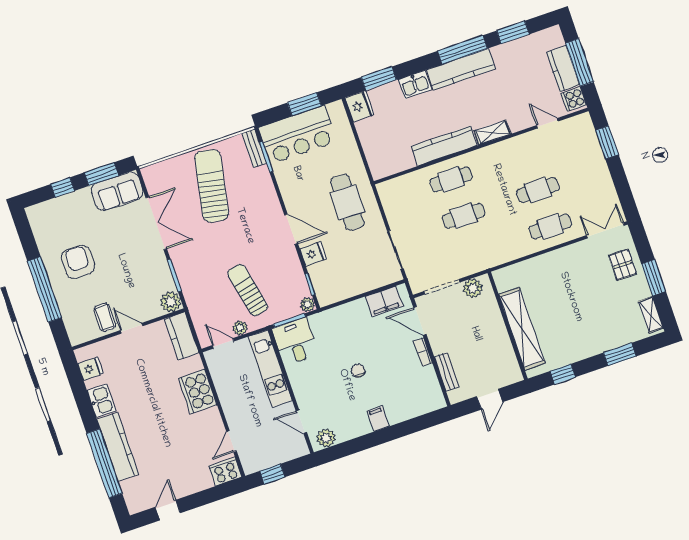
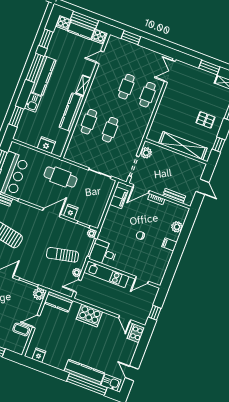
cooker: (553, 38) -> (64, 23), added
fridge: (359, 106) -> (46, 145), moved
pallet: (623, 265) -> (205, 120), moved
kitchen sink: (101, 401) -> (111, 383), moved
plant: (326, 438) -> (177, 227), moved

